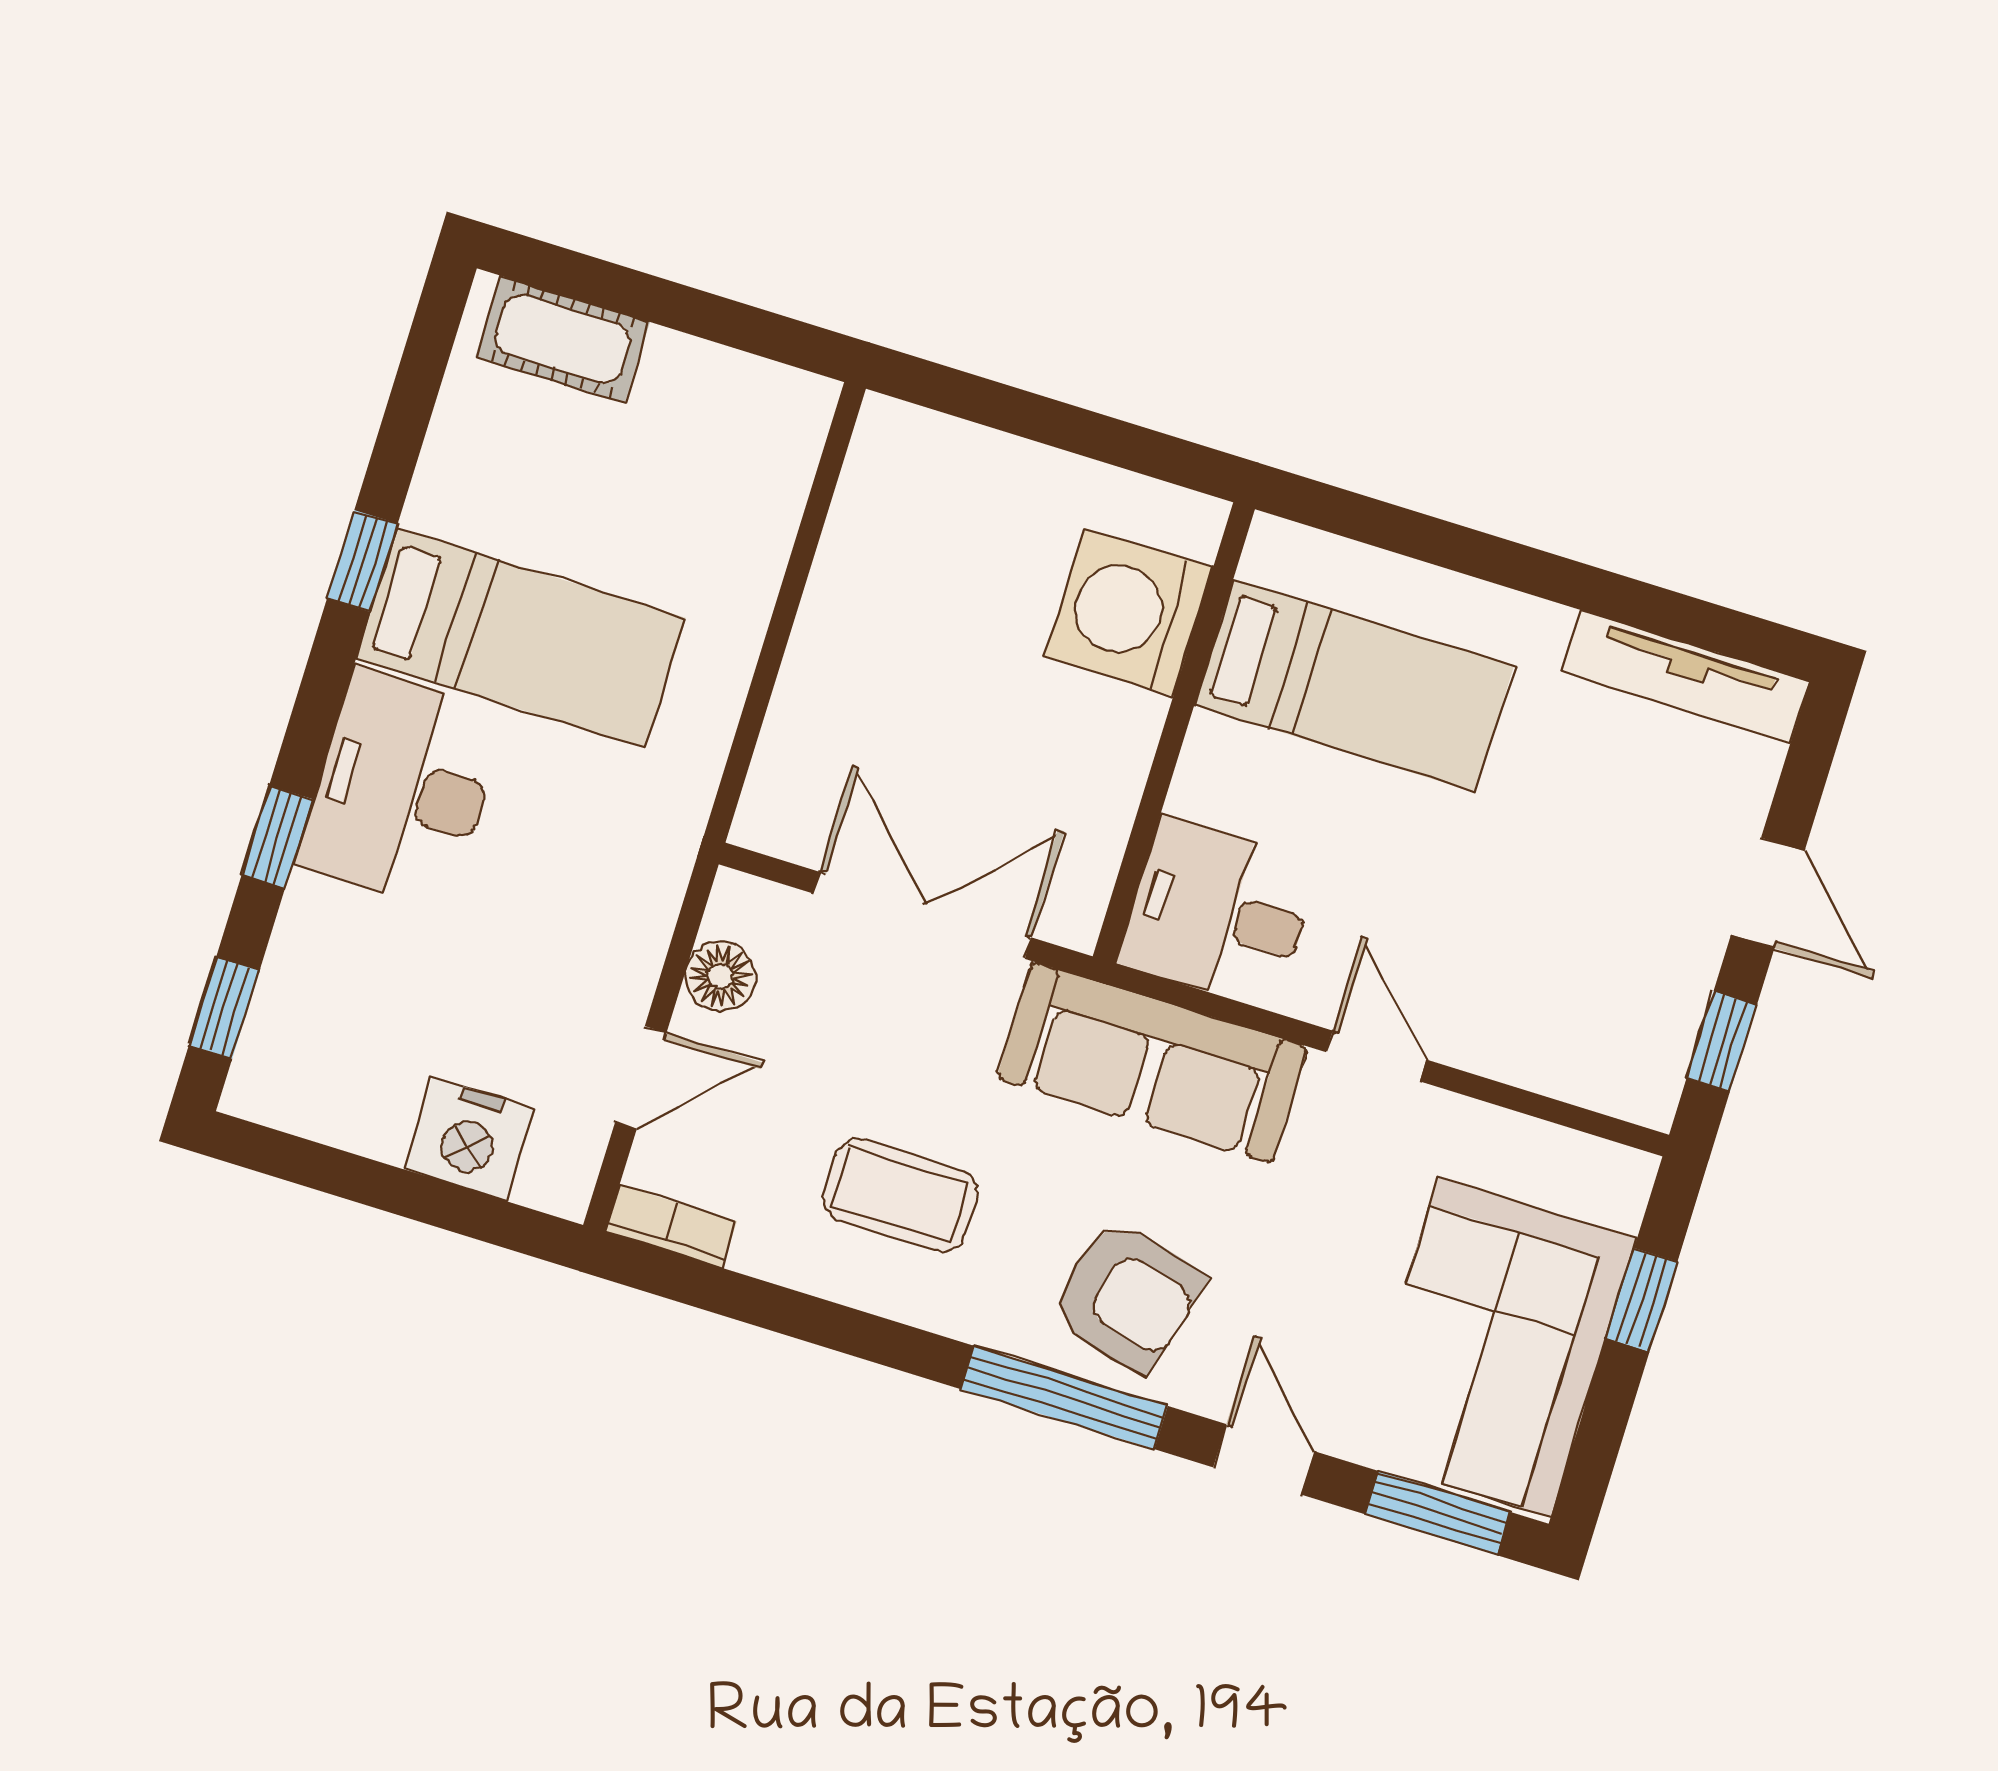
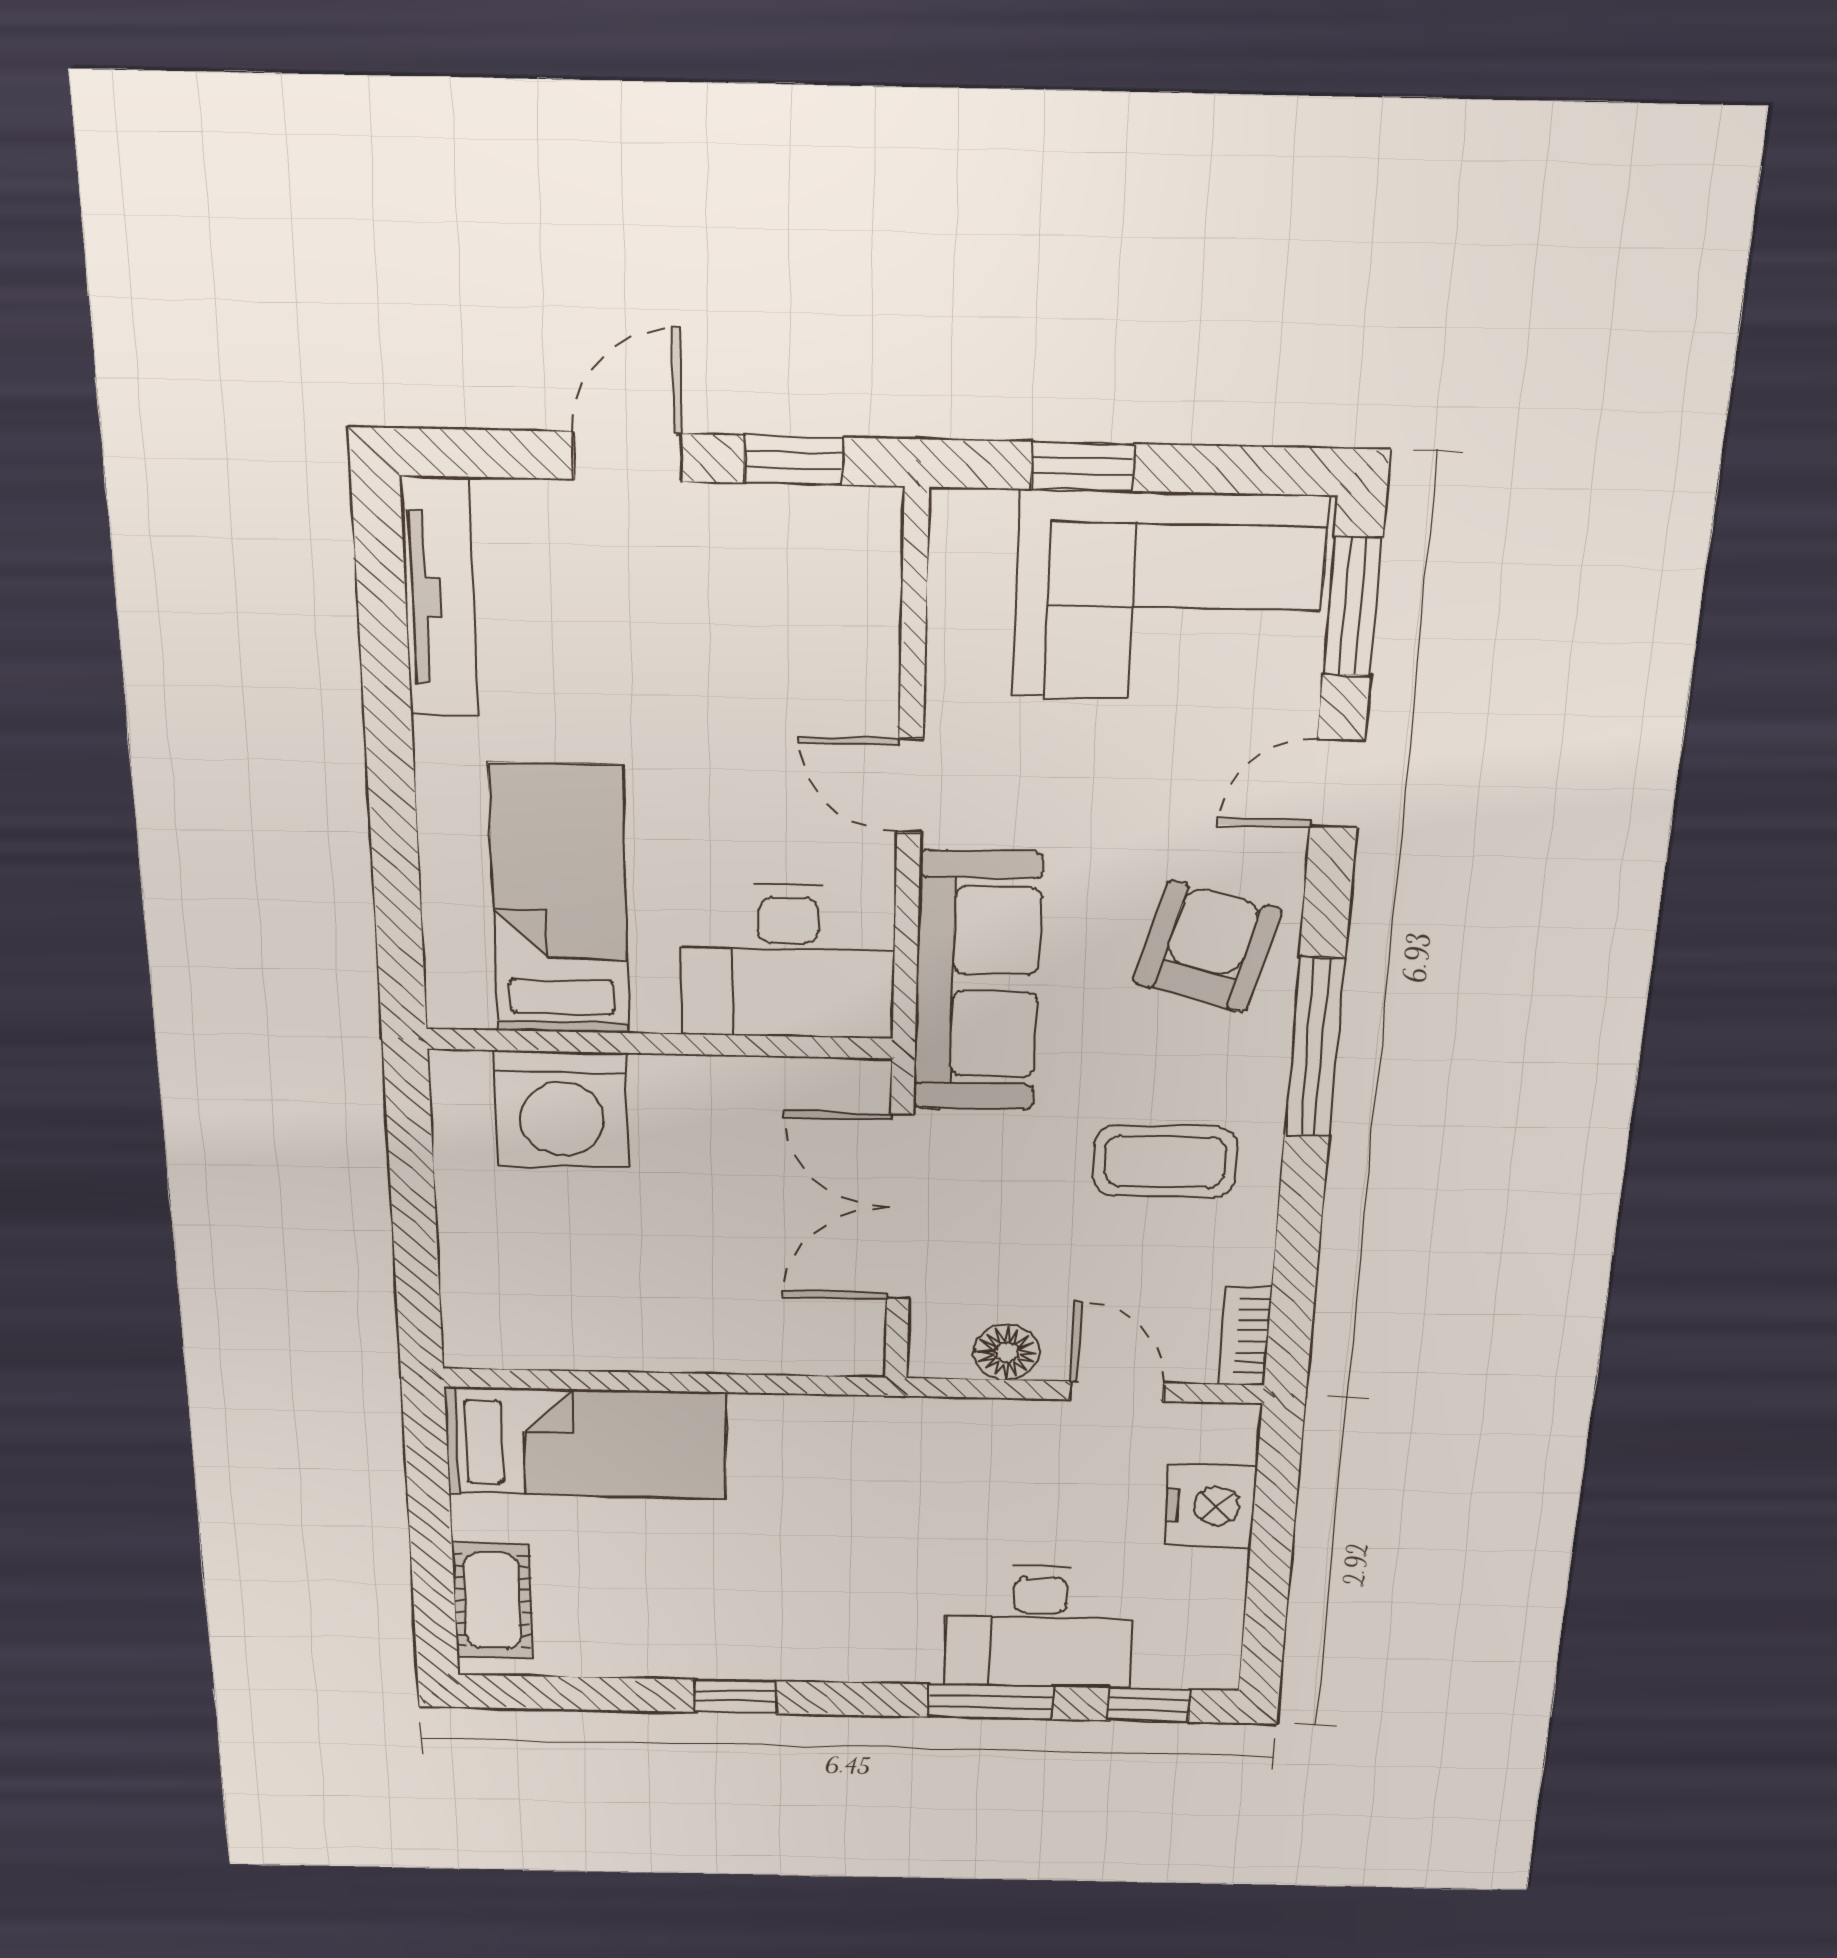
bed: (521, 638) -> (586, 1444), moved, turned 90
desk: (402, 788) -> (1039, 1628), moved
window: (277, 837) -> (991, 1702), width x1.50
desk: (1218, 913) -> (788, 961), width x1.37
door: (1376, 1056) -> (910, 786), hinge flipped
coffee table: (900, 1195) -> (1165, 1162), turned 90
window: (1064, 1398) -> (1314, 1048), moved

